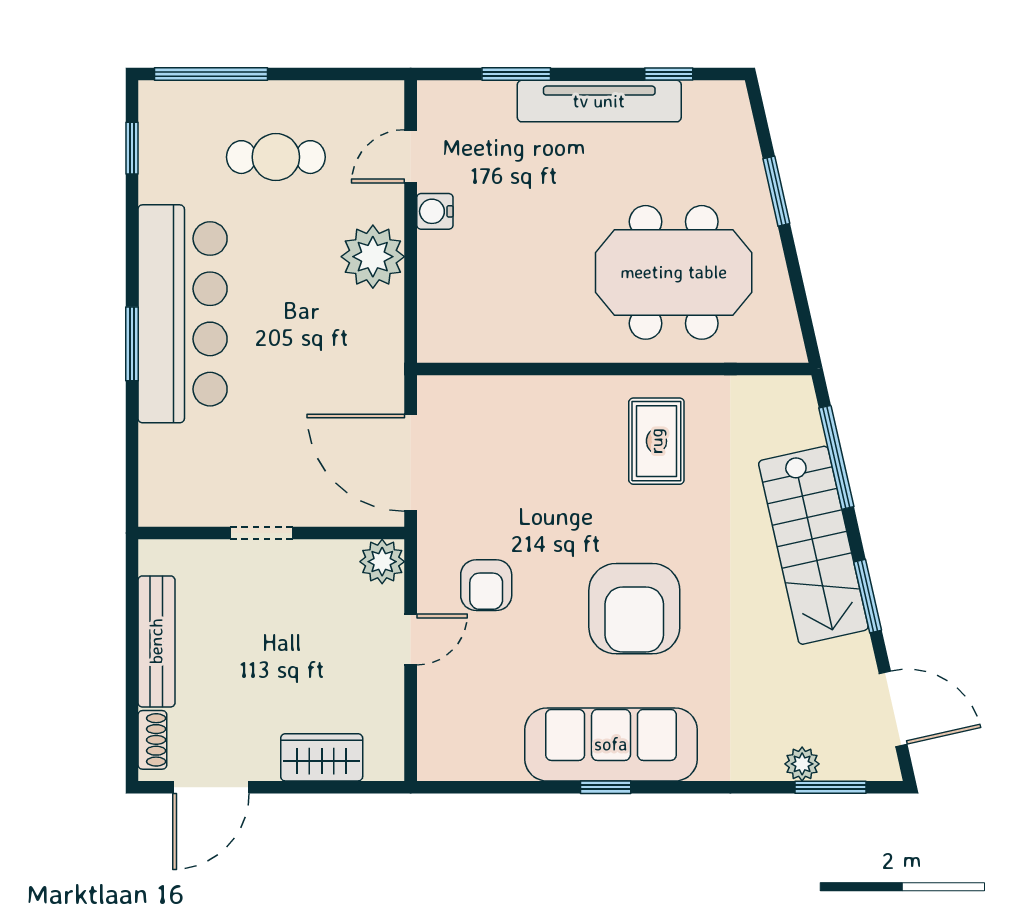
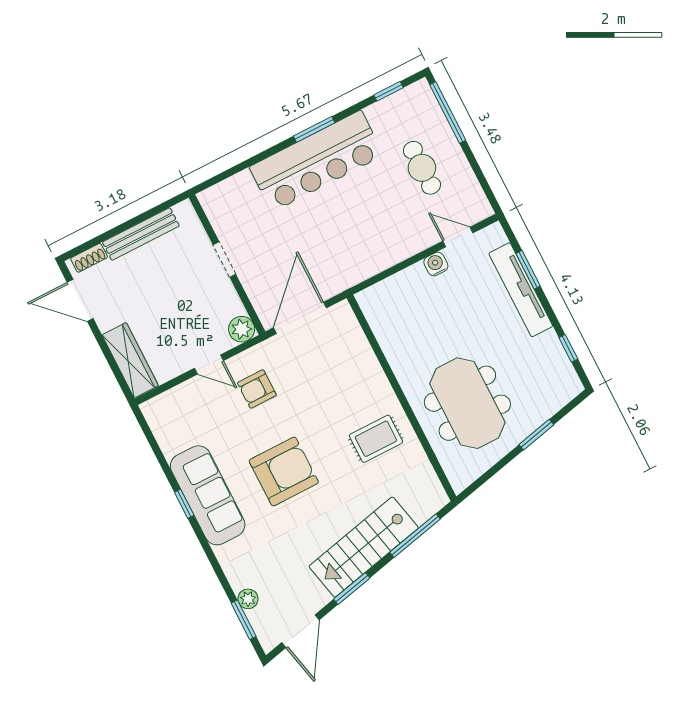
tv unit: (599, 101) -> (521, 290), moved
plant: (373, 257) -> (396, 244), removed
window: (132, 344) -> (314, 129), moved
armchair: (634, 609) -> (284, 472), turned 180
wardrobe: (322, 757) -> (130, 360), width x1.50

